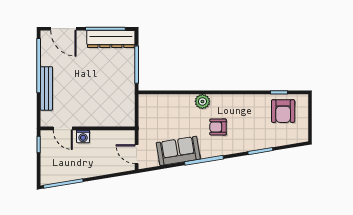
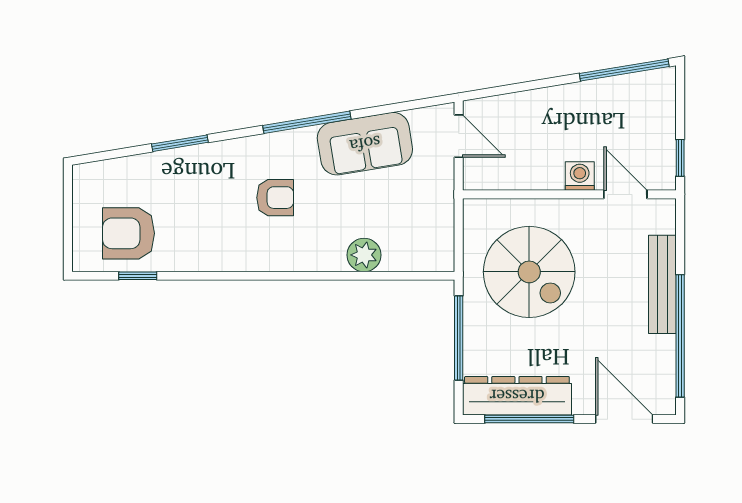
spiral stairs: (105, 94) -> (529, 272), added
plant: (202, 101) -> (364, 255), moved
armchair: (283, 111) -> (129, 233), turned -90

